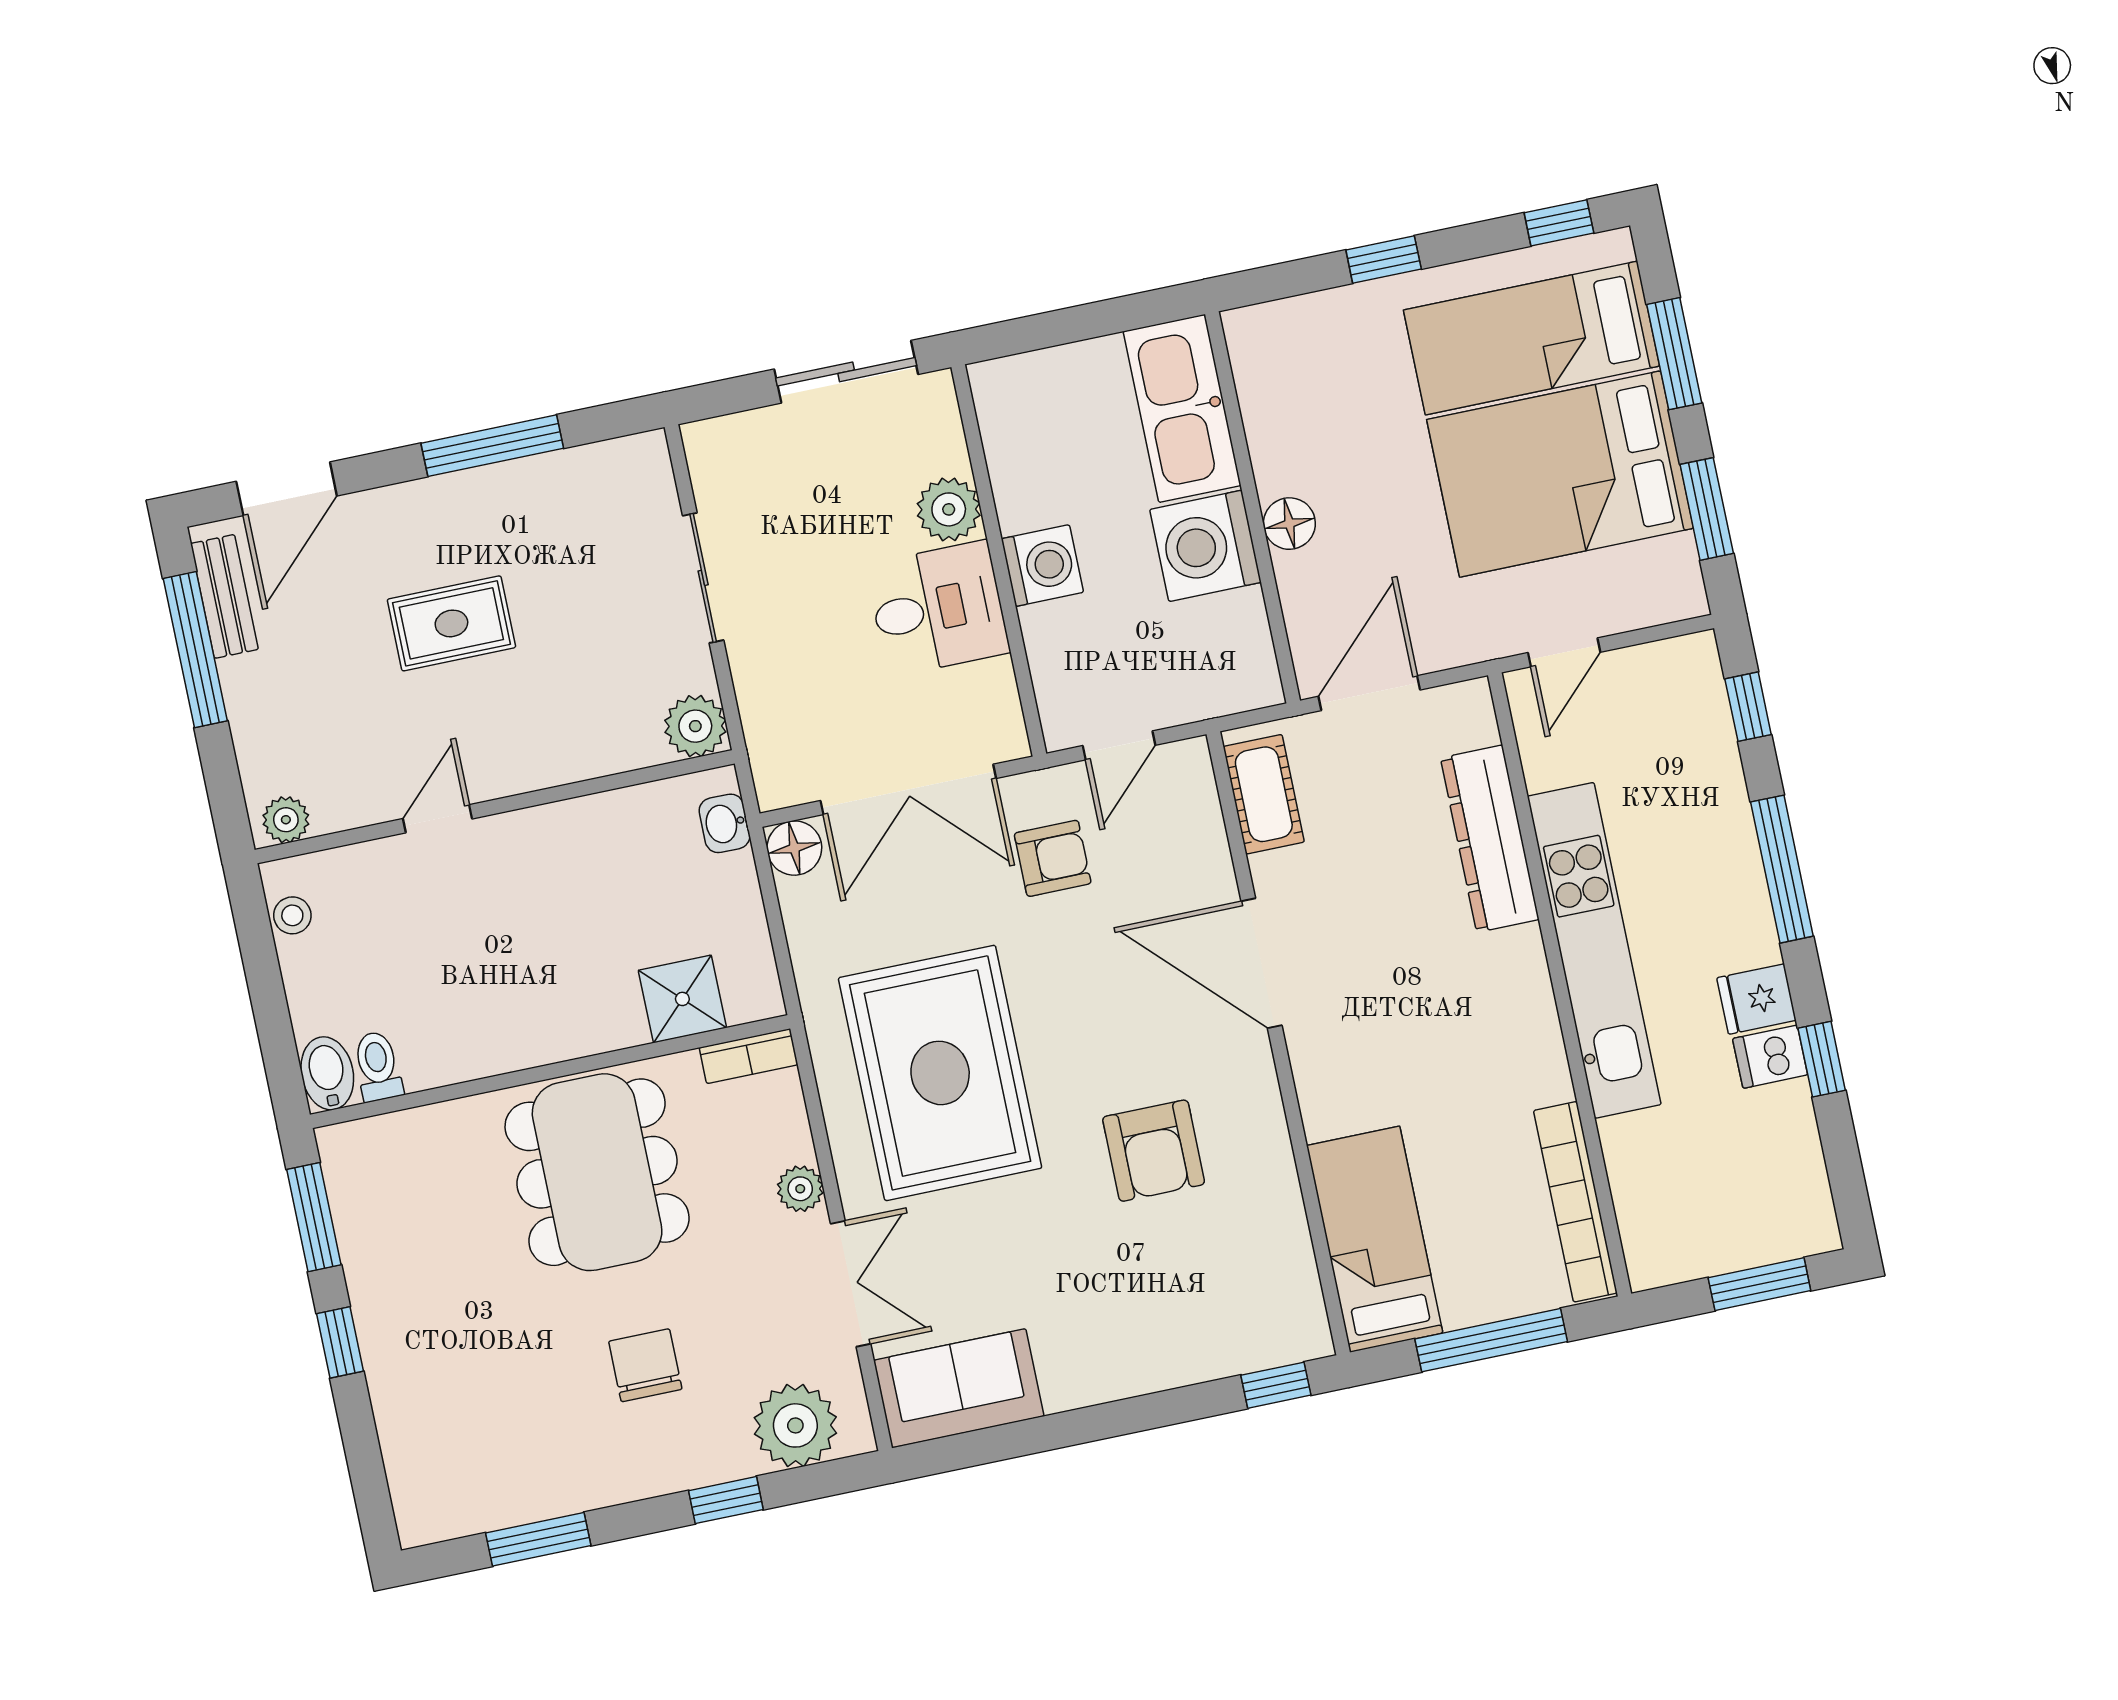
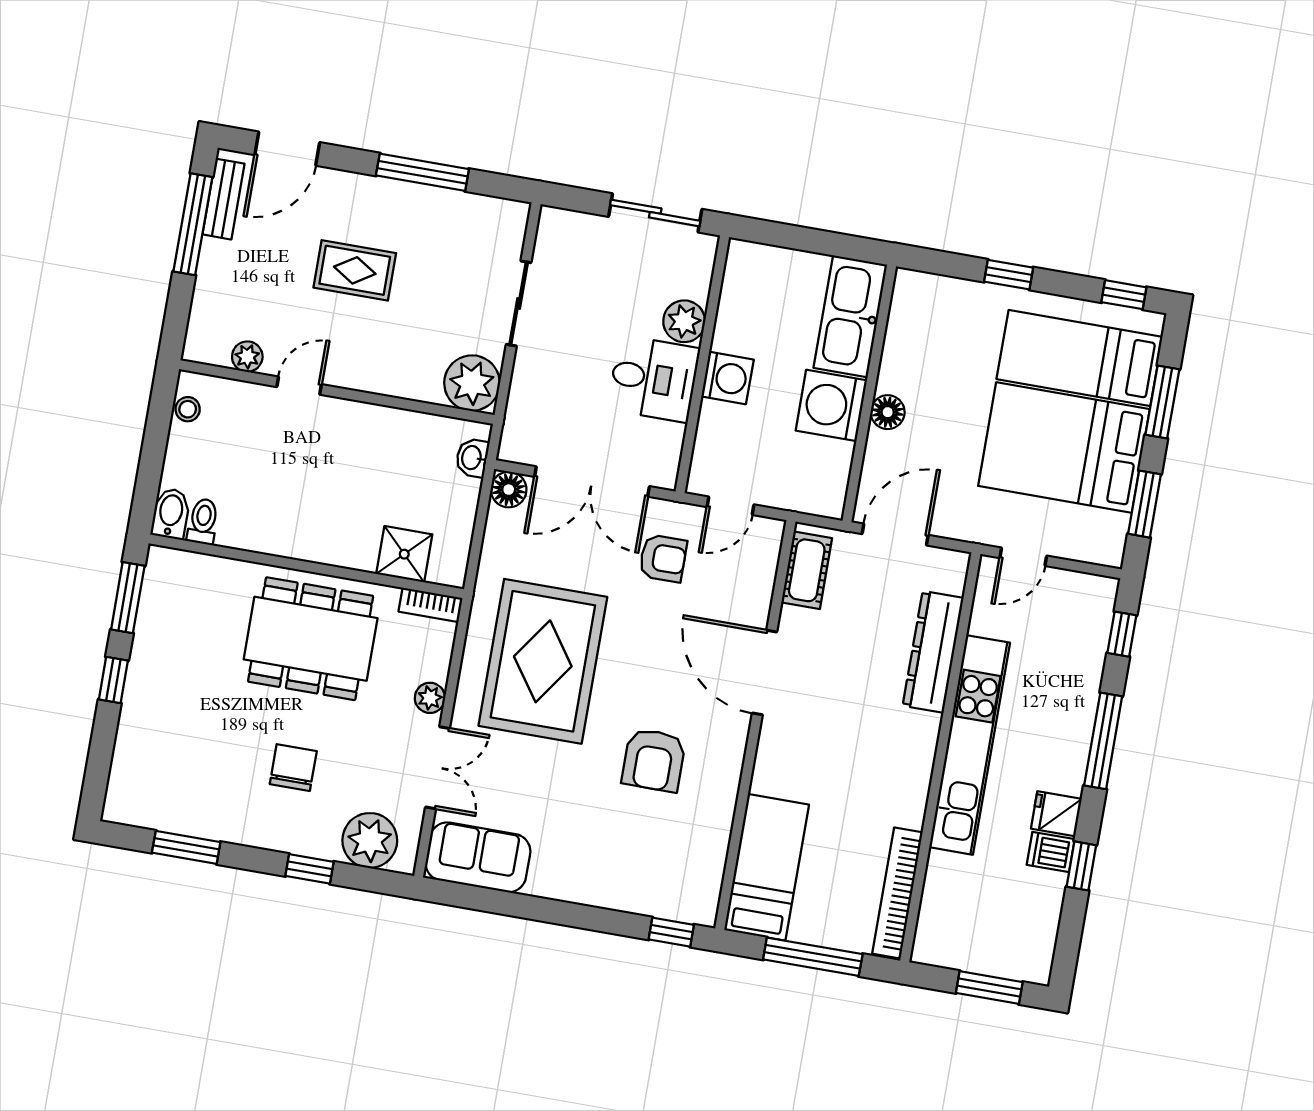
plant: (695, 726) -> (472, 383), width x1.36, depth x1.36
plant: (286, 820) -> (247, 357), moved
dining table: (597, 1172) -> (311, 639), turned 90

